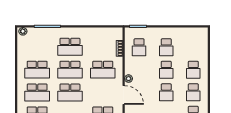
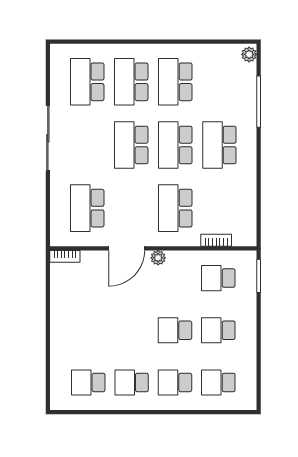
school desk: (166, 92) -> (218, 382), moved

